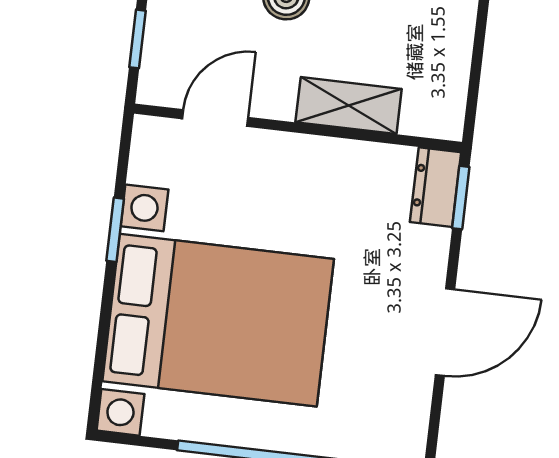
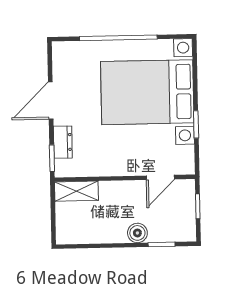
shelving: (349, 106) -> (76, 191), moved
dresser: (435, 187) -> (63, 142), moved

